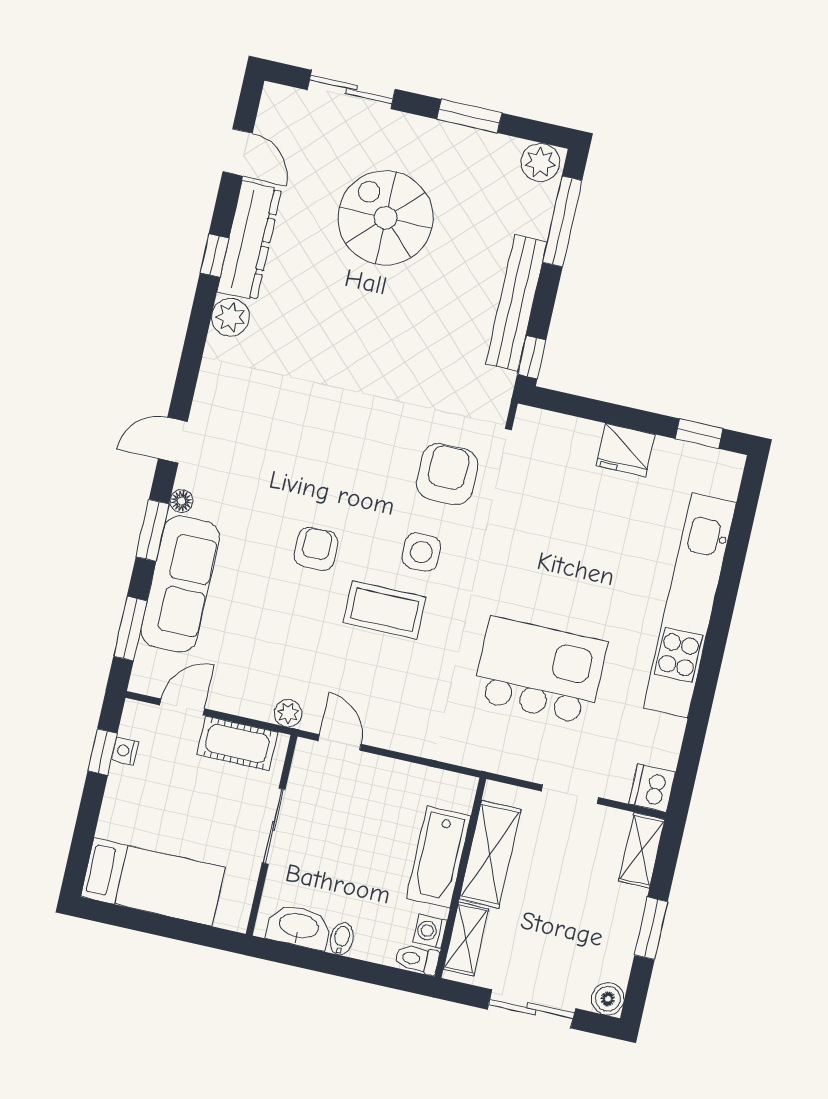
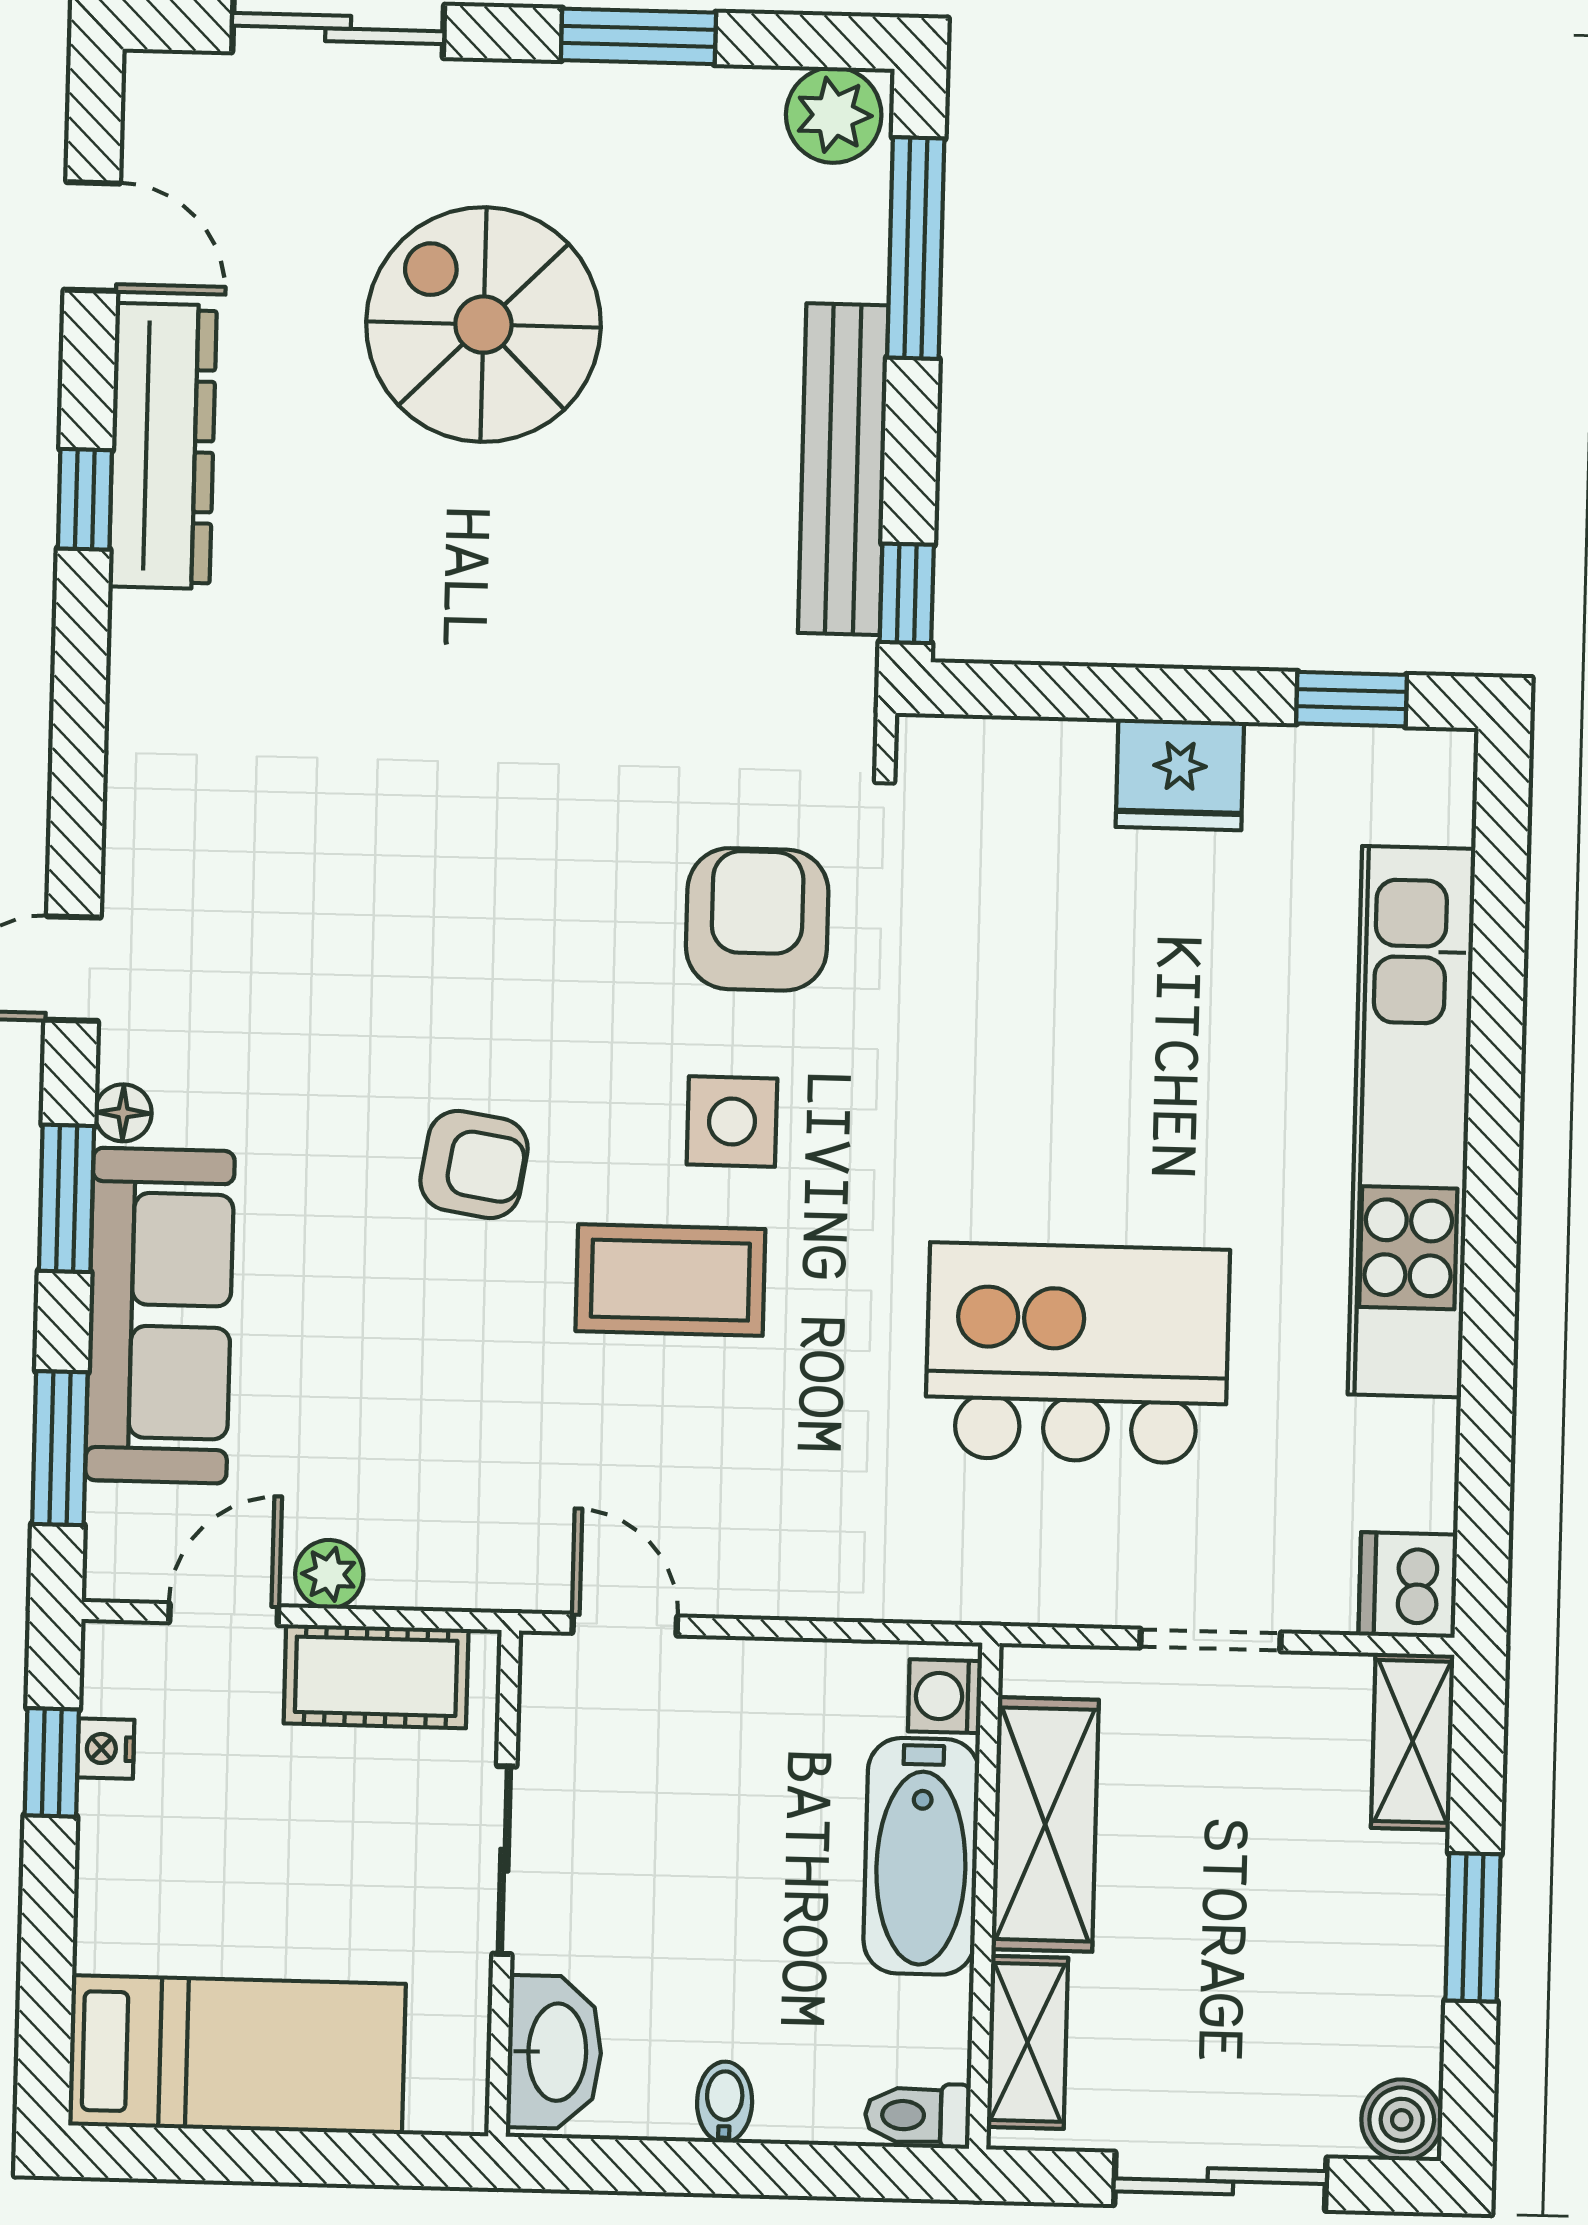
plant: (231, 317) -> (154, 641), removed
armchair: (316, 549) -> (474, 1164), turned 99
plant: (288, 713) -> (329, 1574), moved
washbasin: (299, 927) -> (554, 2052), moved, turned 90
washing machine: (430, 931) -> (945, 1696), moved

